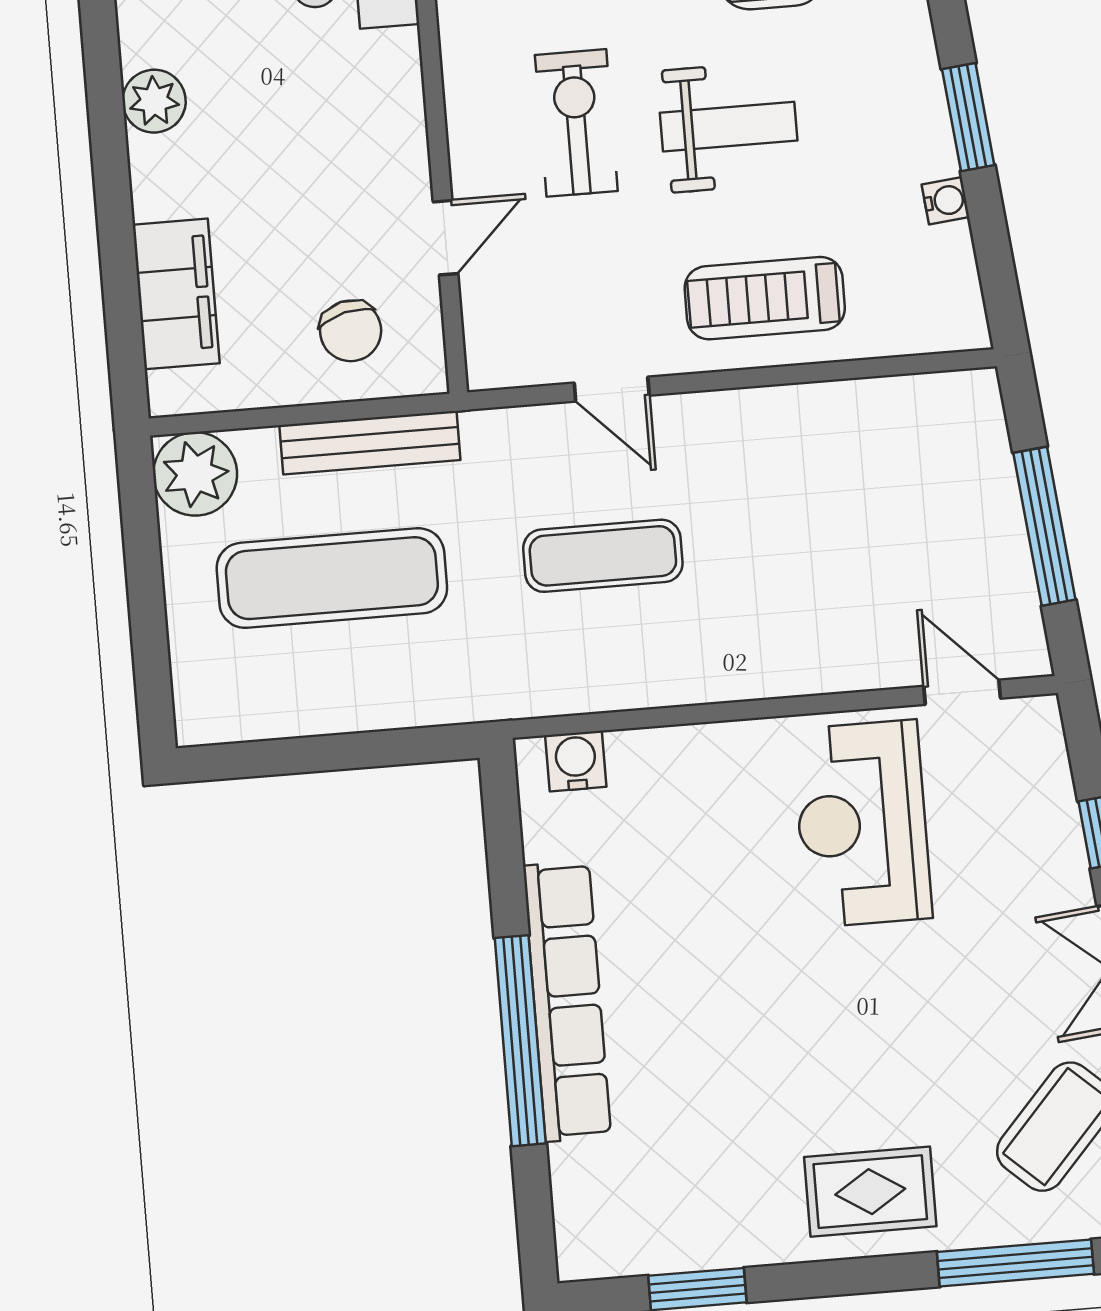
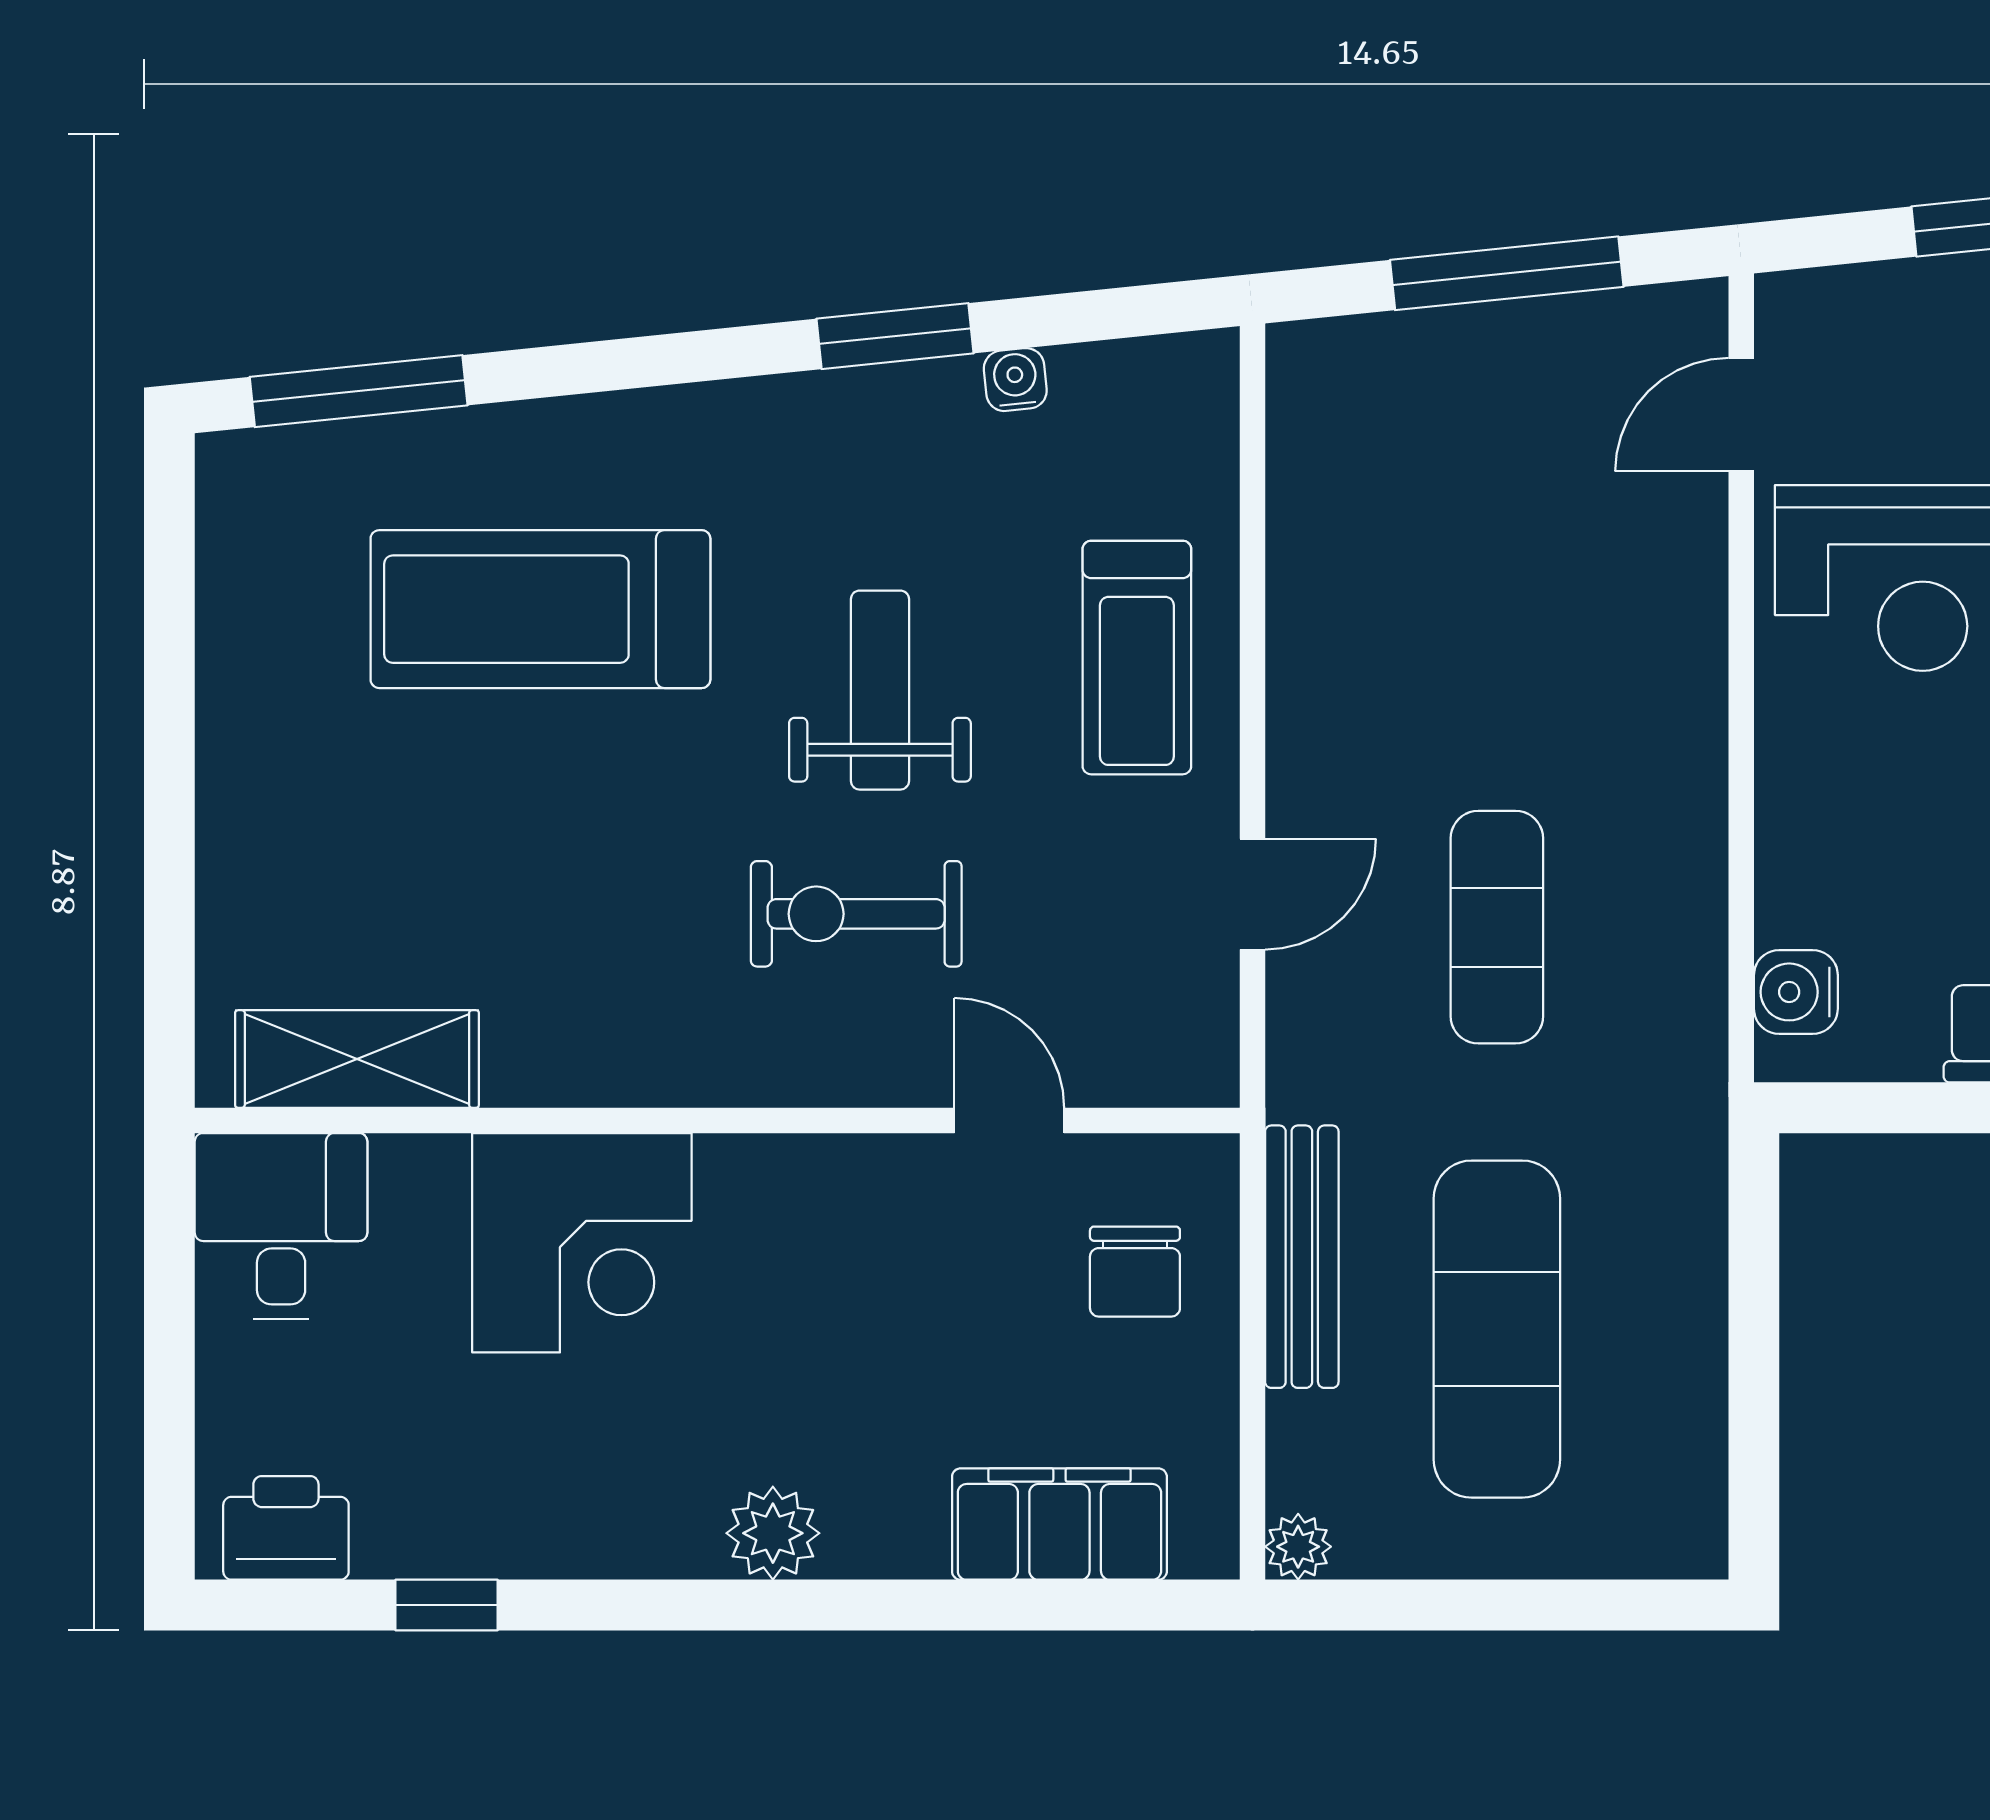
chair: (351, 331) -> (1135, 1272), turned 104
plant: (195, 474) -> (1298, 1547), width x0.53, depth x0.53

